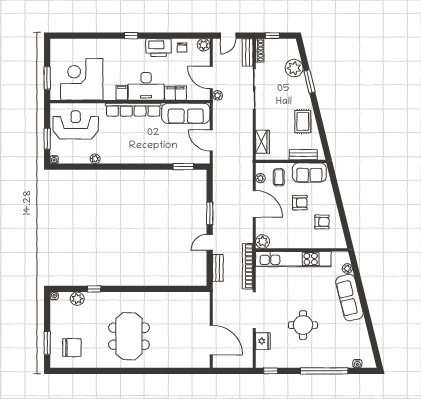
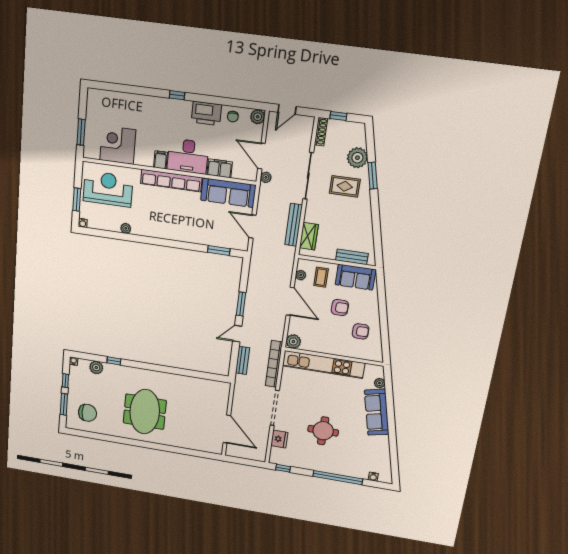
bench: (248, 52) -> (294, 225), moved, width x1.36
corner desk: (82, 79) -> (118, 145), width x0.74, depth x0.74
rug: (303, 122) -> (345, 186), moved, turned 90
window: (47, 318) -> (65, 381), added

